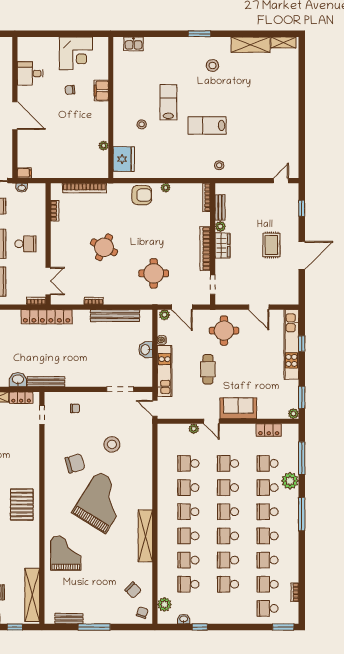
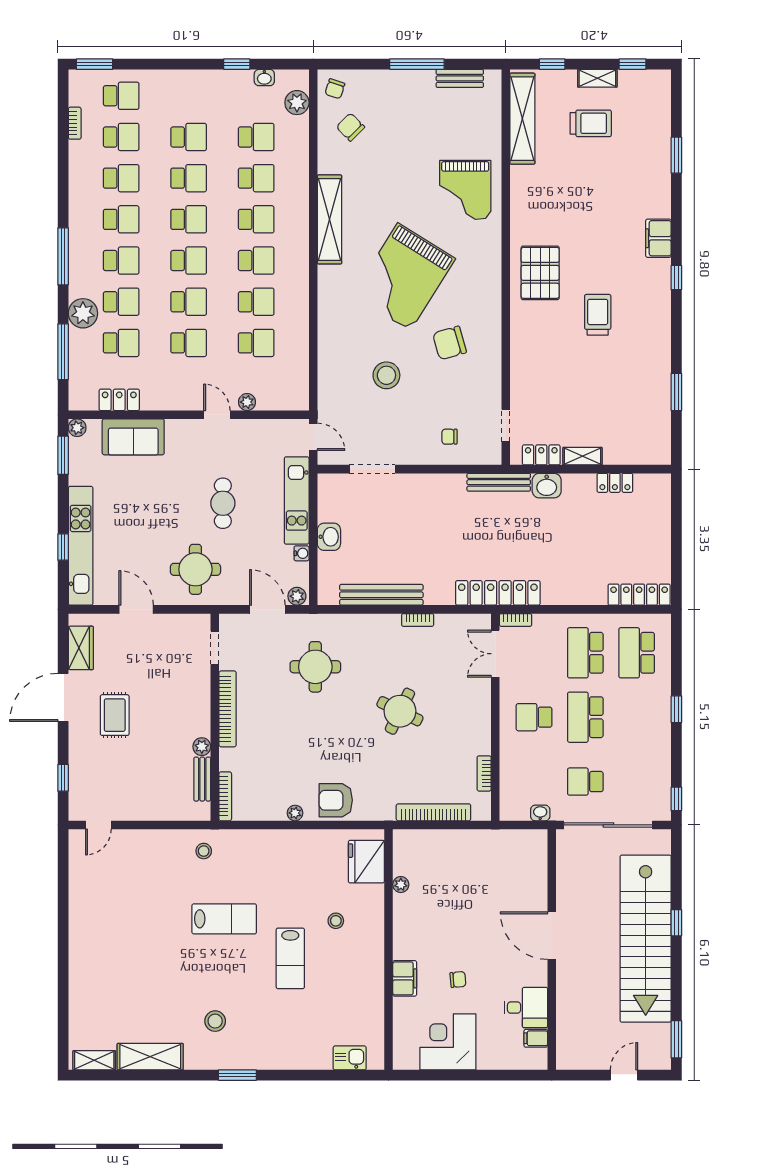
filing cabinet: (24, 173) -> (536, 1038), moved
wardrobe: (222, 245) -> (81, 648), moved, turned 180
sofa: (238, 408) -> (133, 437), moved

